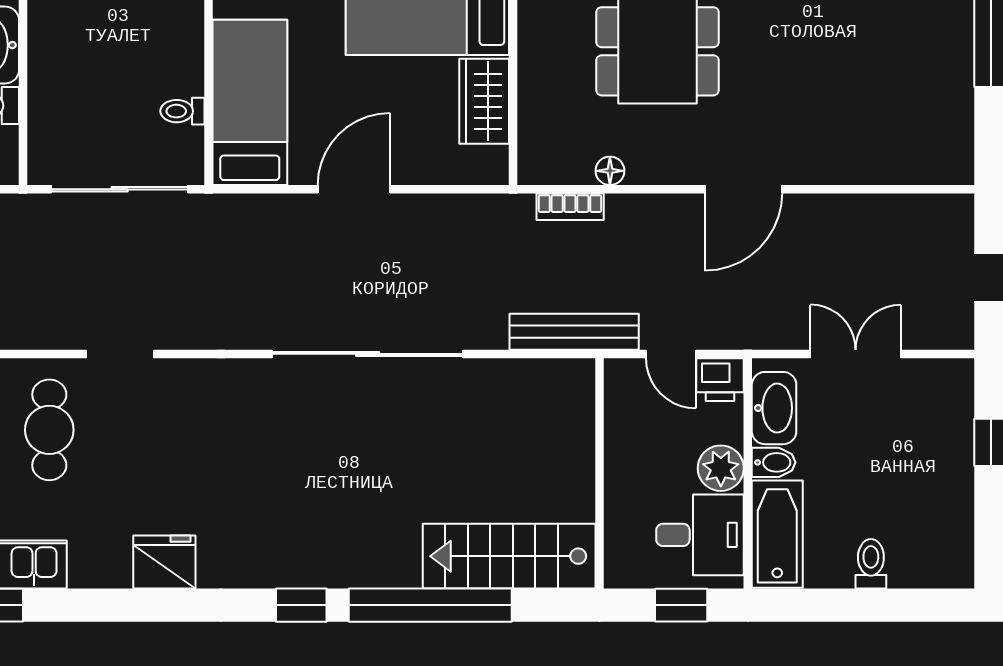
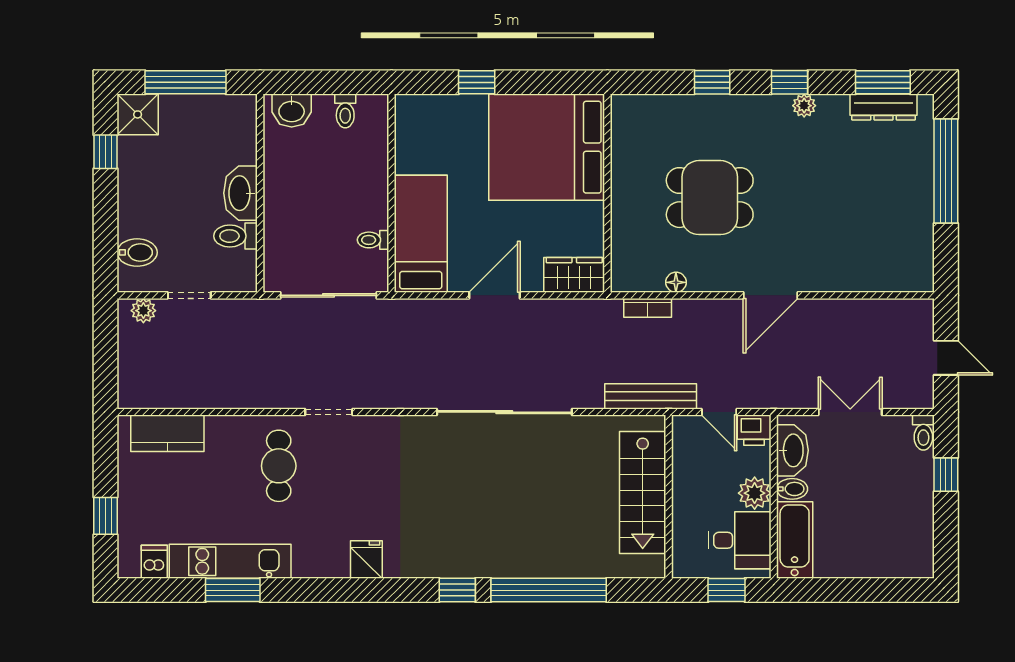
wardrobe: (484, 101) -> (574, 275), moved, turned 90
stairs: (509, 556) -> (643, 493), moved, turned -90
fridge: (164, 562) -> (366, 560), width x0.72
toilet: (871, 564) -> (923, 433), moved, turned 180

